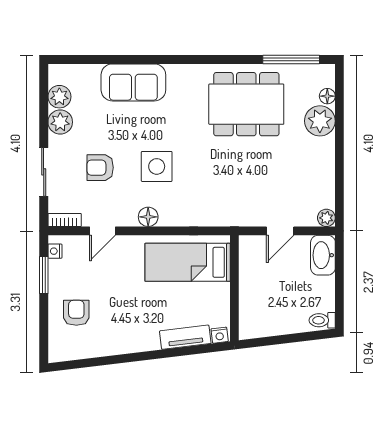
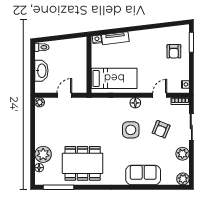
plant: (59, 97) -> (183, 179), moved
armchair: (100, 168) -> (161, 129), turned 112
washbasin: (323, 255) -> (41, 71), moved
window: (44, 275) -> (191, 42), moved

